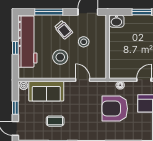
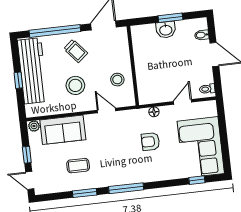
window: (49, 12) -> (55, 31), width x1.46
washbasin: (116, 21) -> (166, 30), moved
stool: (84, 42) -> (117, 80), moved
armchair: (115, 109) -> (150, 142), width x0.53, depth x0.53

